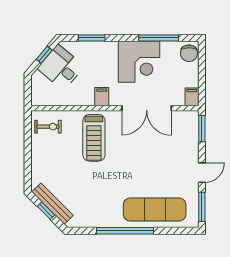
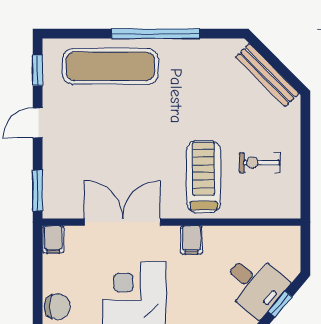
chair: (189, 53) -> (57, 307), turned 89
exercise bike: (48, 127) -> (260, 163), moved
window: (202, 207) -> (38, 70), width x0.67
window: (46, 211) -> (277, 65), removed

